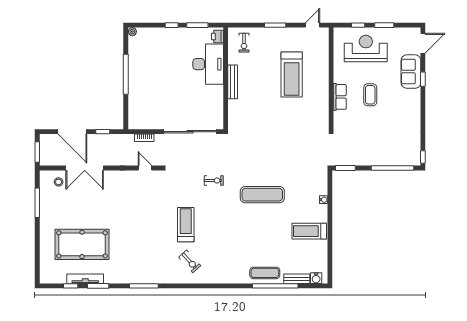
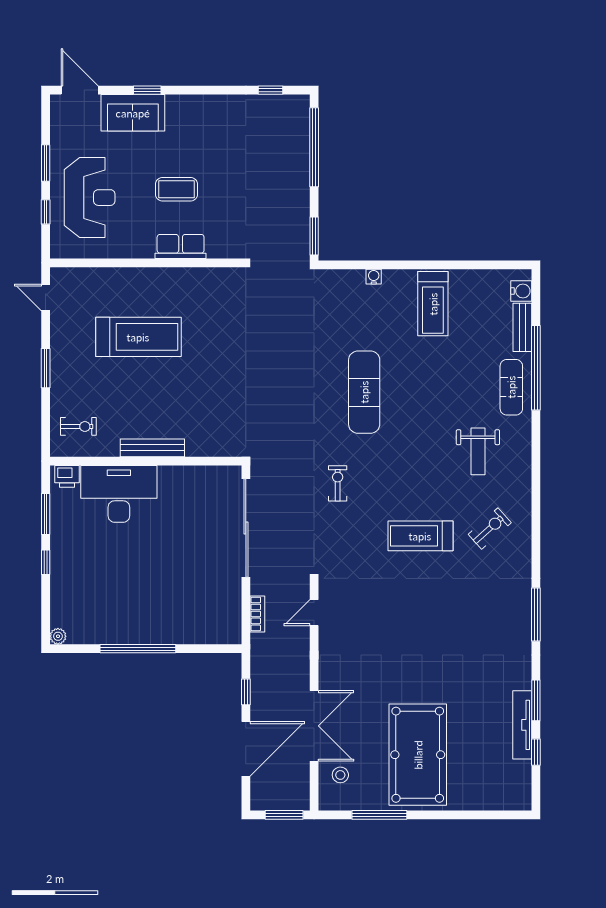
reception desk: (366, 49) -> (90, 198), turned 180
window: (423, 157) -> (270, 90), moved
pool table: (82, 244) -> (418, 755), moved
weight bench: (231, 255) -> (478, 451), added

